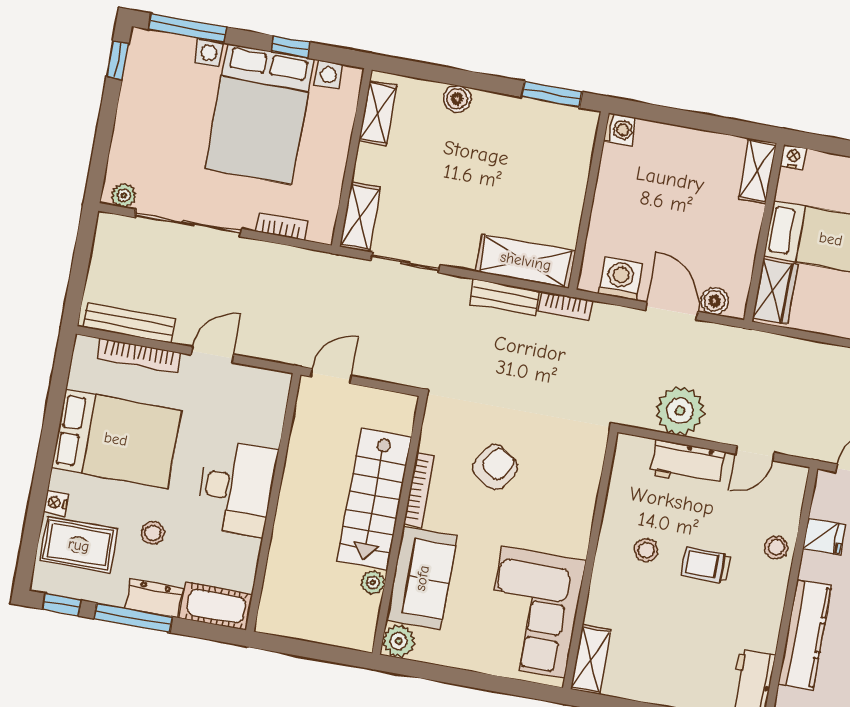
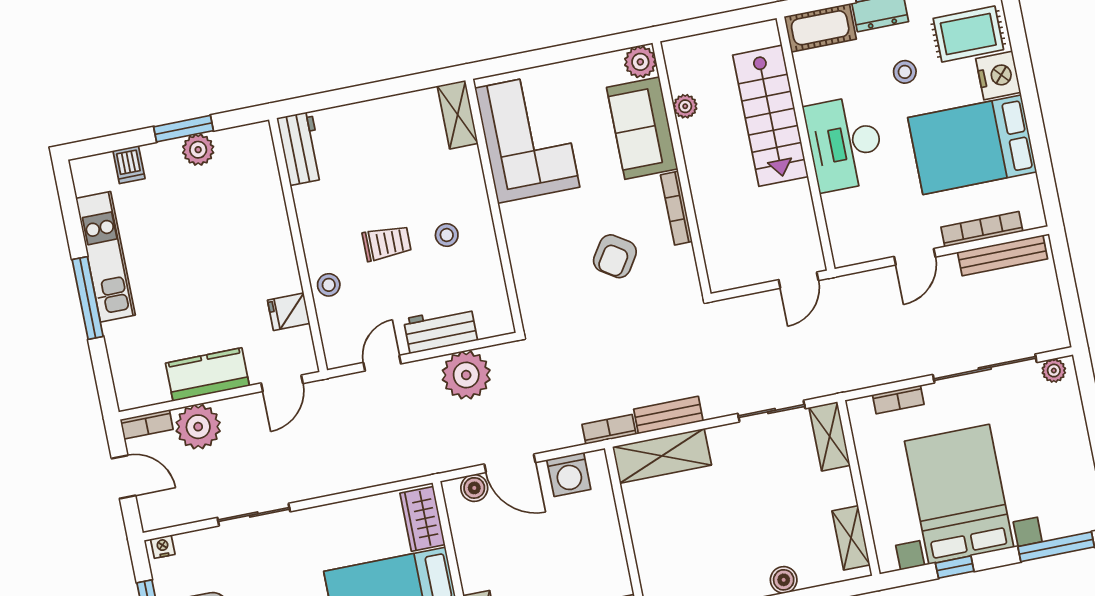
stairs: (374, 499) -> (770, 116), moved, turned 180
nightstand: (56, 503) -> (998, 76), width x1.89, depth x1.79
kitchen counter: (805, 635) -> (271, 215), removed

